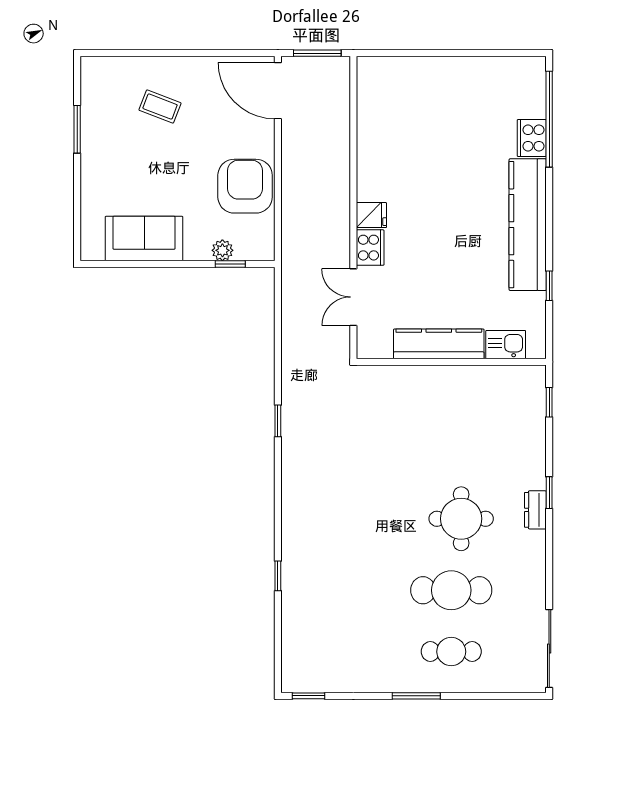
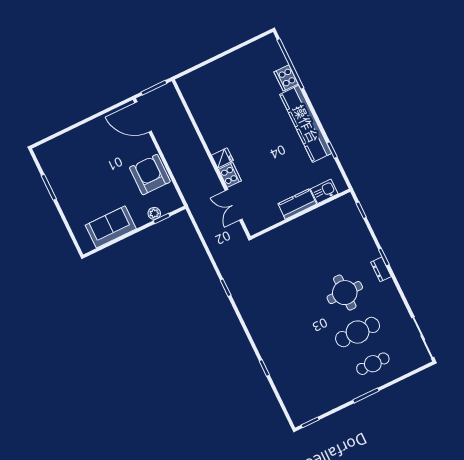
coffee table: (160, 107) -> (86, 155), removed
kitchen counter: (439, 344) -> (297, 204), width x0.67

